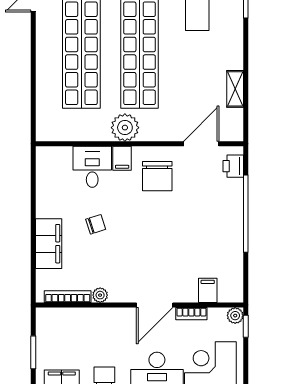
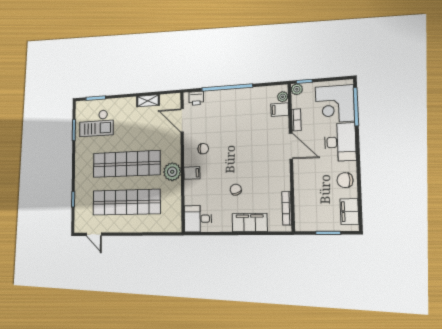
desk: (92, 167) -> (198, 219), moved
chair: (157, 176) -> (203, 149), width x0.54, depth x0.54
plant: (100, 295) -> (283, 97), moved

